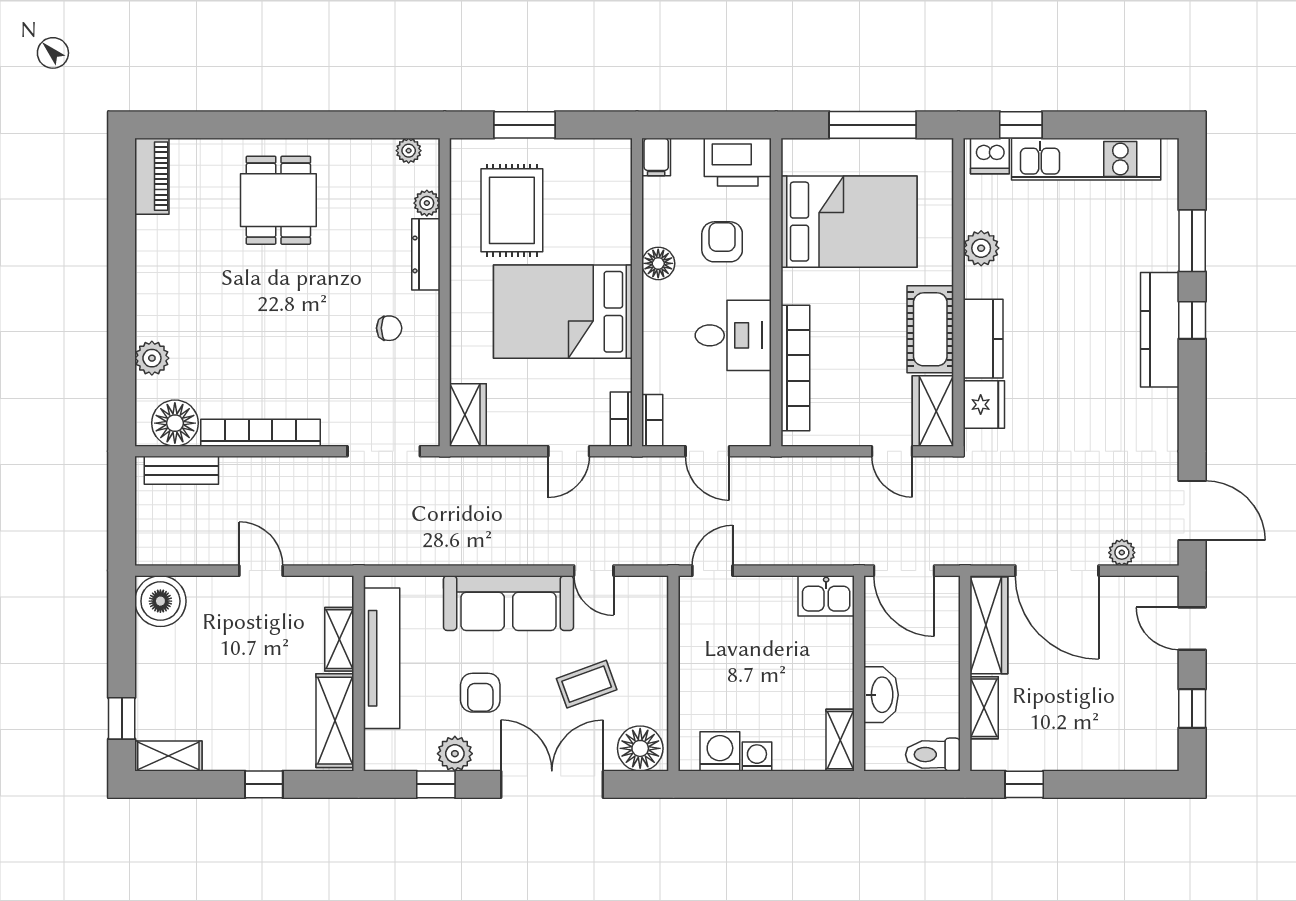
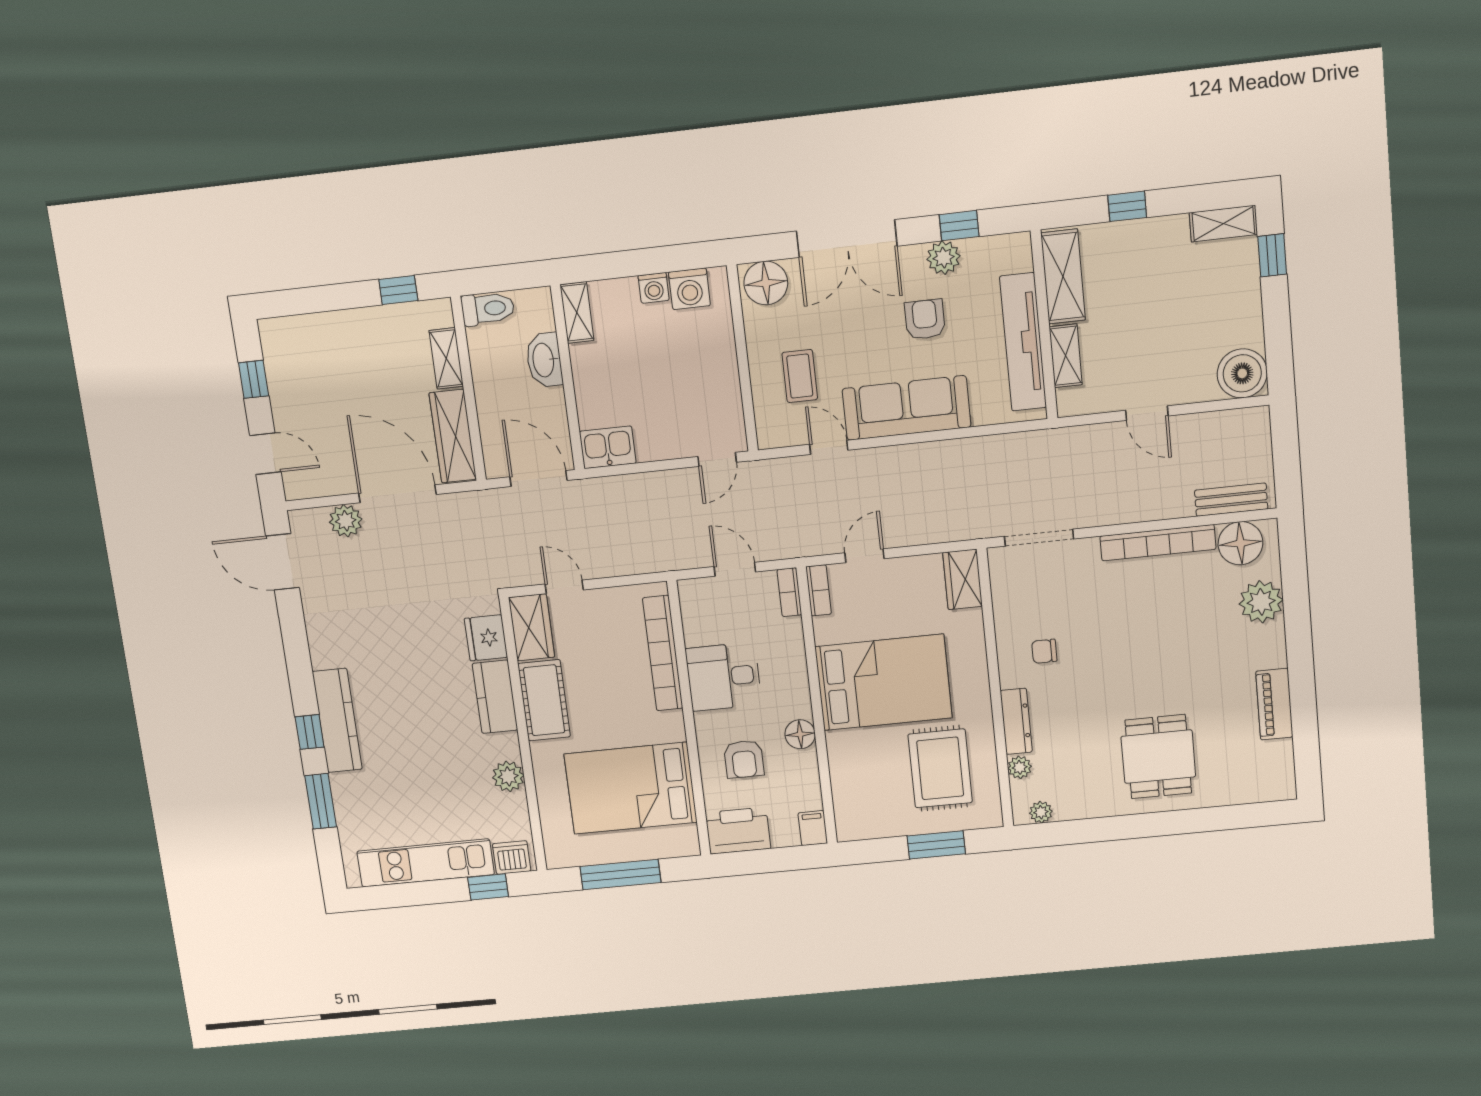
piano: (152, 176) -> (1274, 704), moved
plant: (152, 358) -> (1261, 602), width x1.36, depth x1.36
plant: (1122, 553) -> (346, 521), width x1.38, depth x1.38
coffee table: (587, 684) -> (800, 376), moved, turned -70

